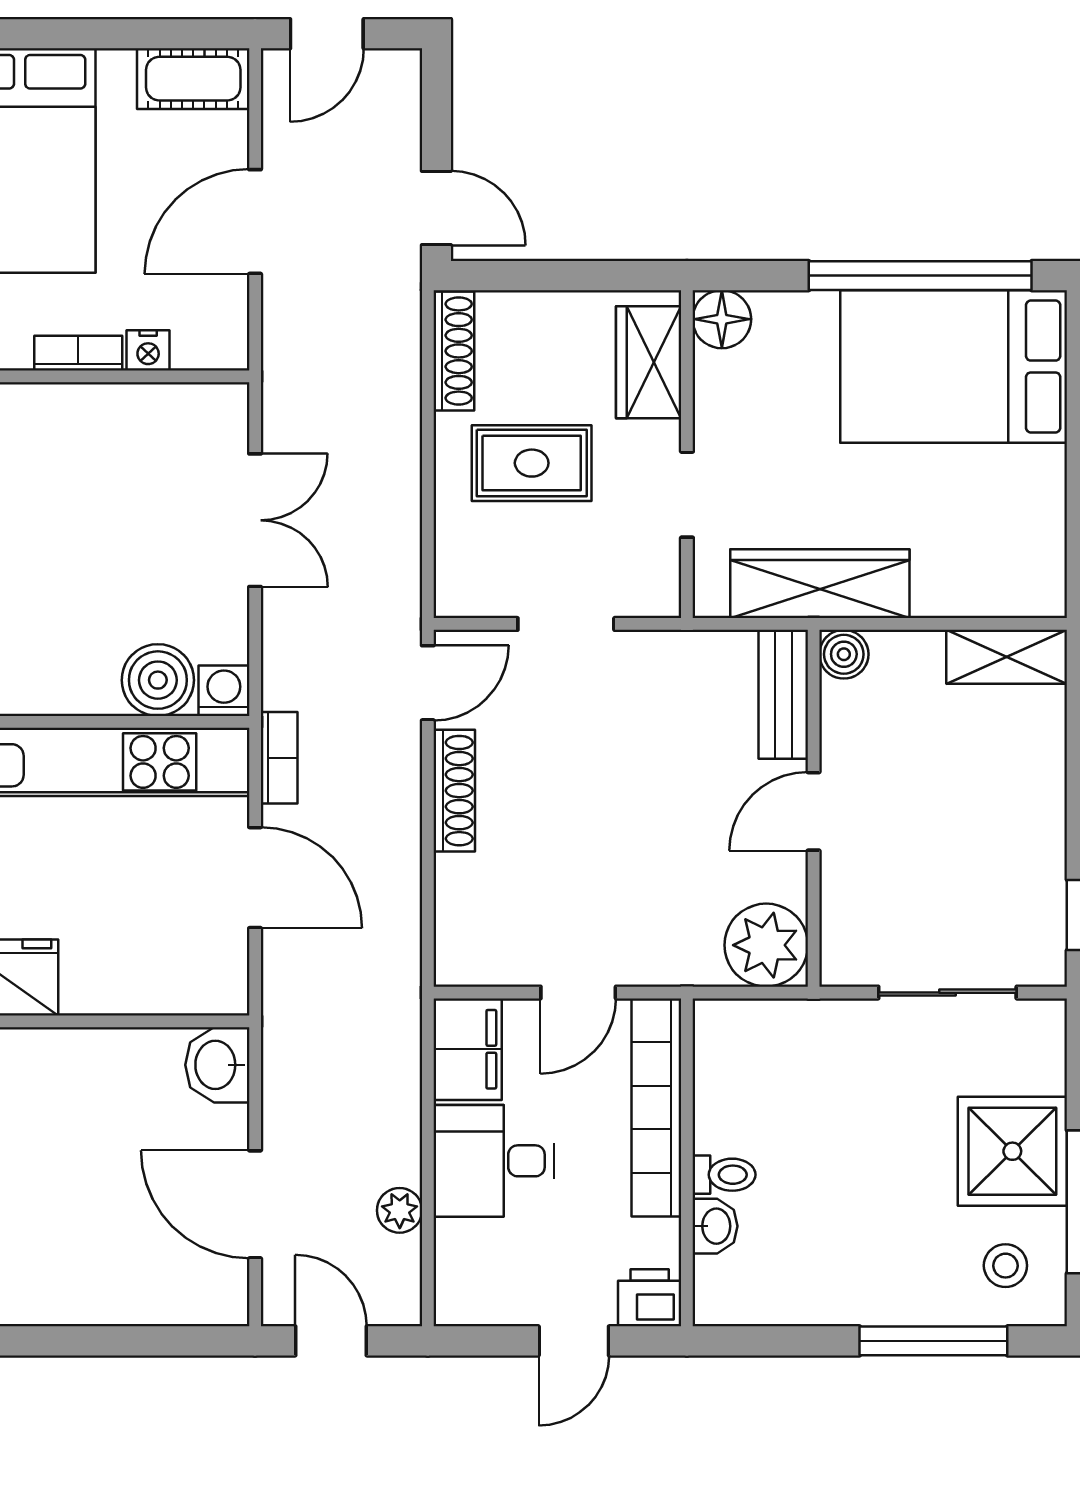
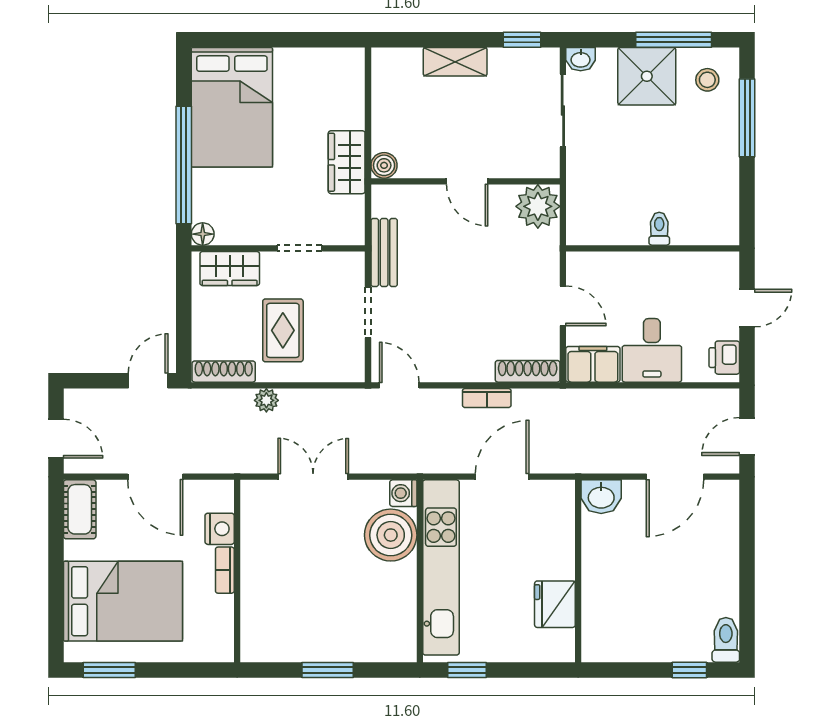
window: (920, 276) -> (184, 165), moved
floor lamp: (722, 319) -> (203, 234), width x0.73, depth x0.73
nightstand: (148, 350) -> (220, 529), width x1.39, depth x1.35
wardrobe: (820, 584) -> (347, 162), width x0.67
shelving: (1007, 657) -> (455, 62), moved, turned 90
boiler: (158, 680) -> (391, 535), width x1.37, depth x1.37
bench: (783, 694) -> (384, 253), moved, turned 90
bookcase: (279, 758) -> (487, 398), moved, turned 180
shoe rack: (454, 791) -> (528, 371), moved
bookcase: (656, 1107) -> (624, 264), removed
plant: (400, 1210) -> (266, 400), moved
washbasin: (715, 1226) -> (581, 59), moved, turned 180
printer: (650, 1298) -> (724, 358), moved
door: (574, 1341) -> (747, 308), hinge flipped

